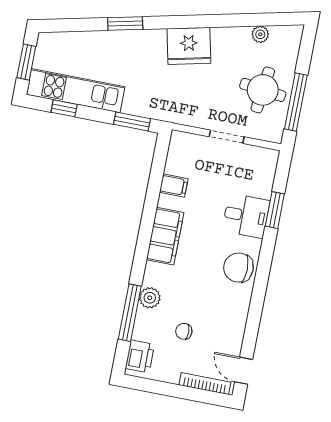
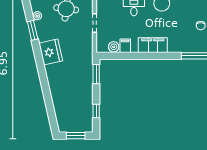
window: (125, 24) -> (33, 30), moved
kitchen unit: (76, 91) -> (86, 107), removed
plant: (150, 298) -> (114, 47), moved

